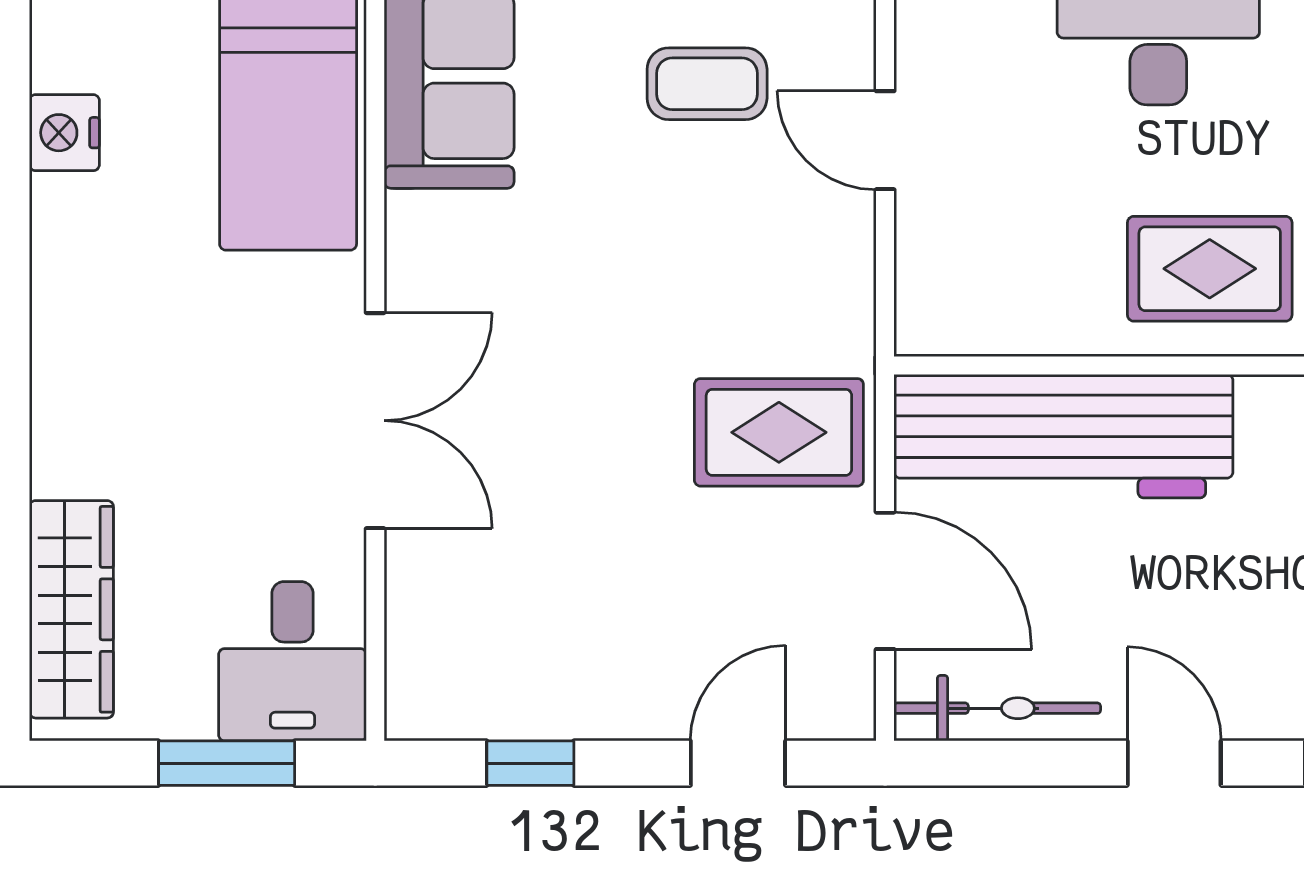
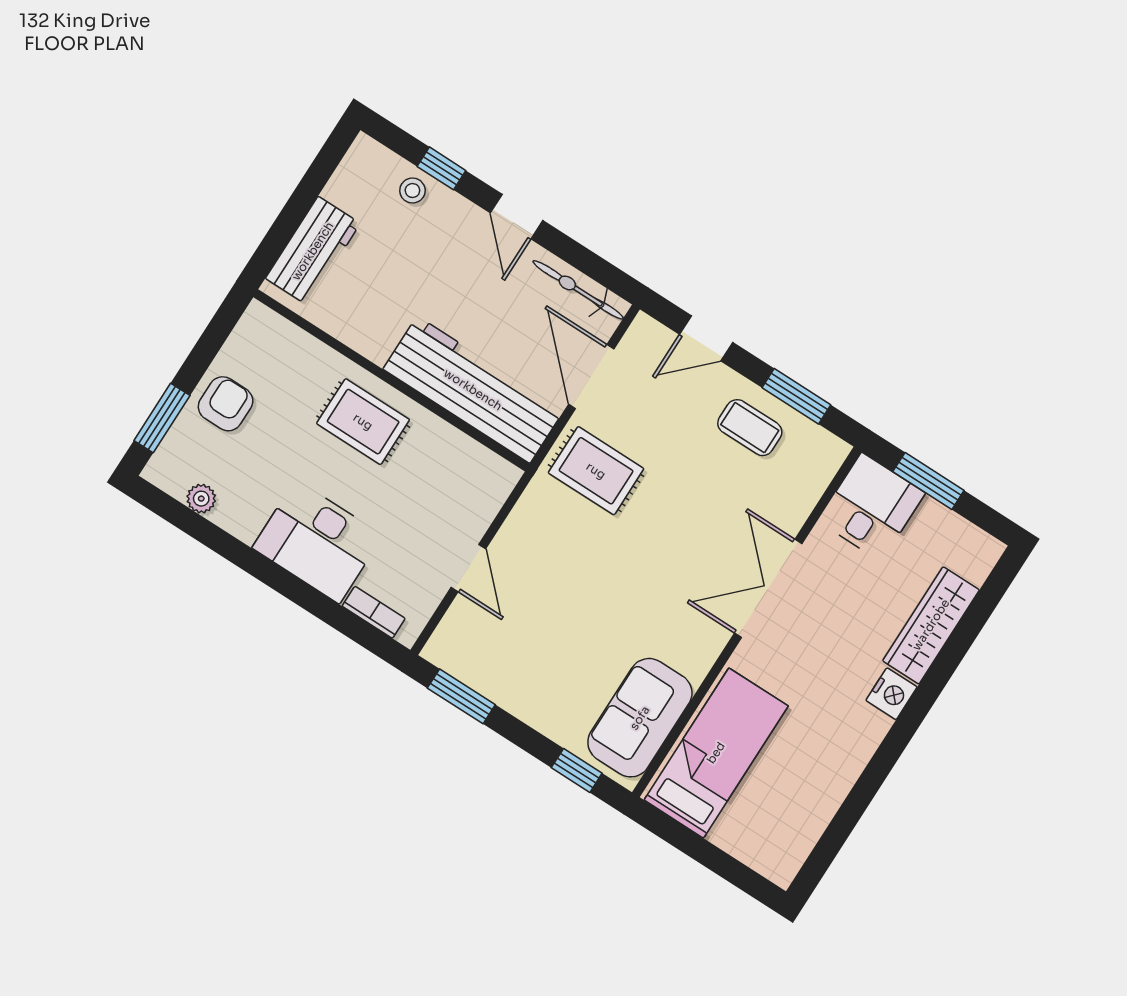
coffee table: (707, 84) -> (750, 428), moved
nightstand: (64, 133) -> (891, 694), moved
wardrobe: (71, 609) -> (931, 625), moved
window: (530, 763) -> (796, 396), width x1.50

